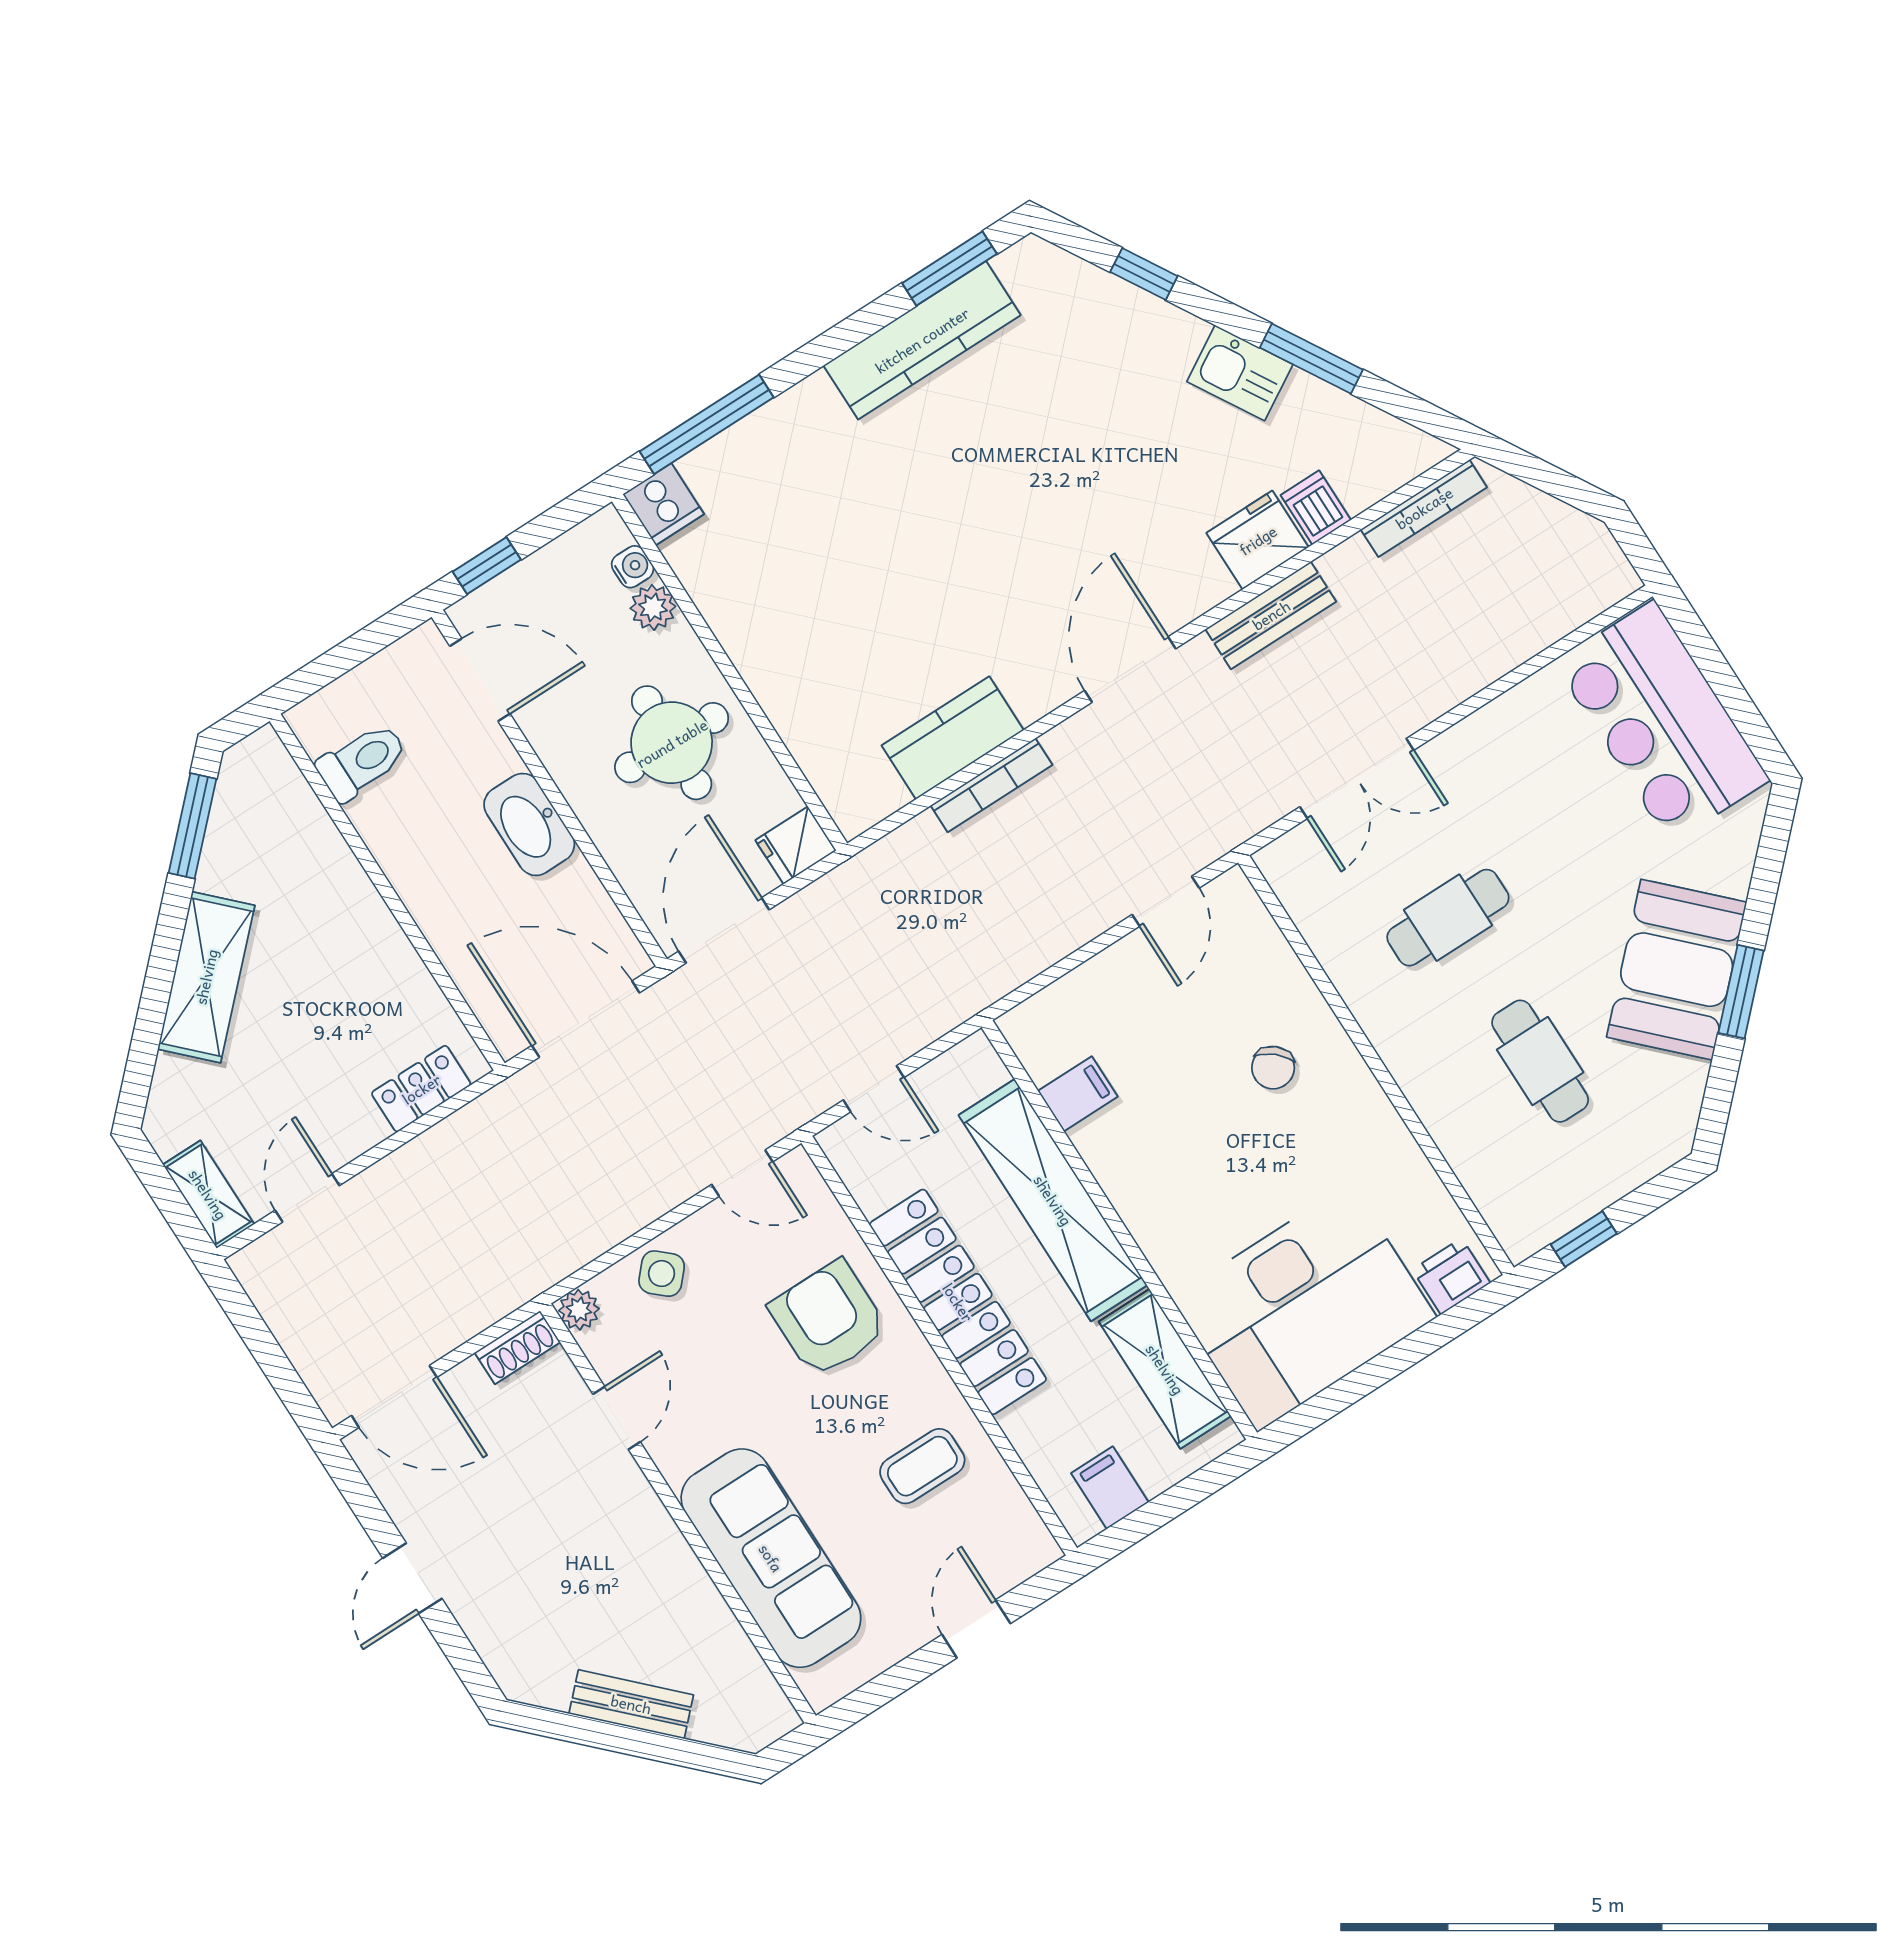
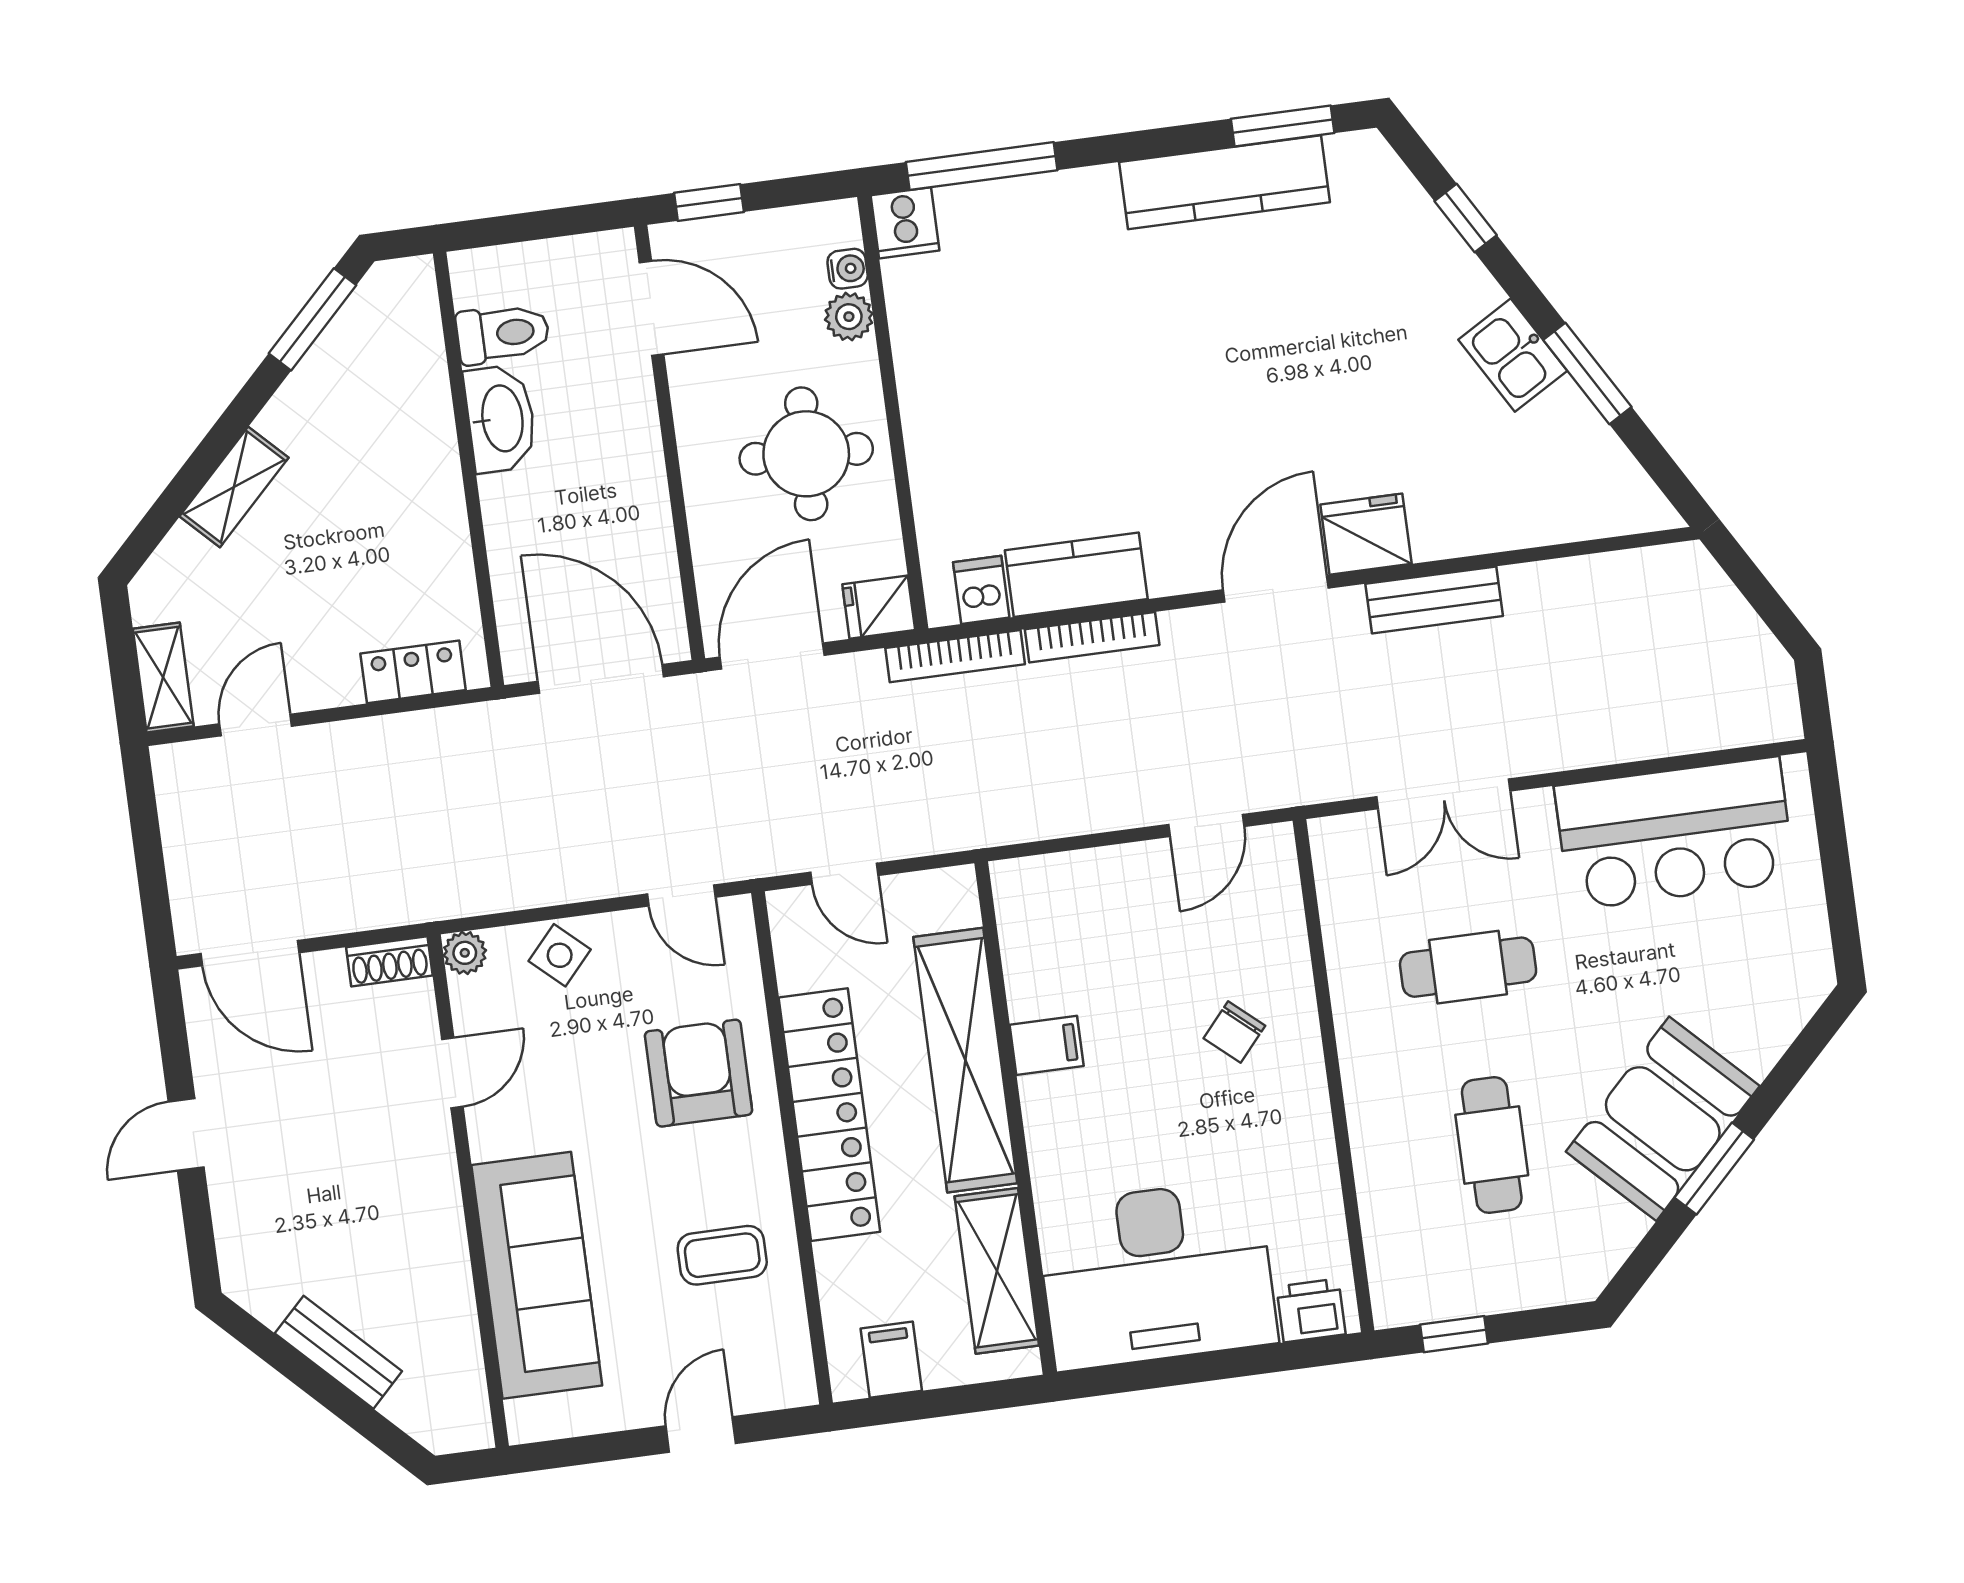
dishwasher: (1316, 508) -> (981, 590), moved
bookcase: (1424, 508) -> (955, 656), moved
fridge: (1258, 540) -> (1366, 534), moved
bar counter: (1662, 722) -> (1675, 833), moved, turned -90
washbasin: (529, 824) -> (501, 419), moved, turned 180
shelving: (206, 977) -> (234, 487), width x0.67, depth x0.75
filing cabinet: (1078, 1094) -> (1047, 1045), moved

